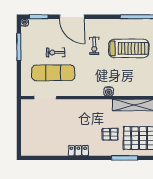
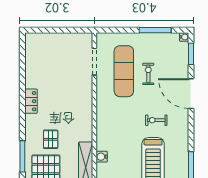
door: (72, 17) -> (191, 94), hinge flipped
water cooler: (109, 91) -> (102, 157), moved

